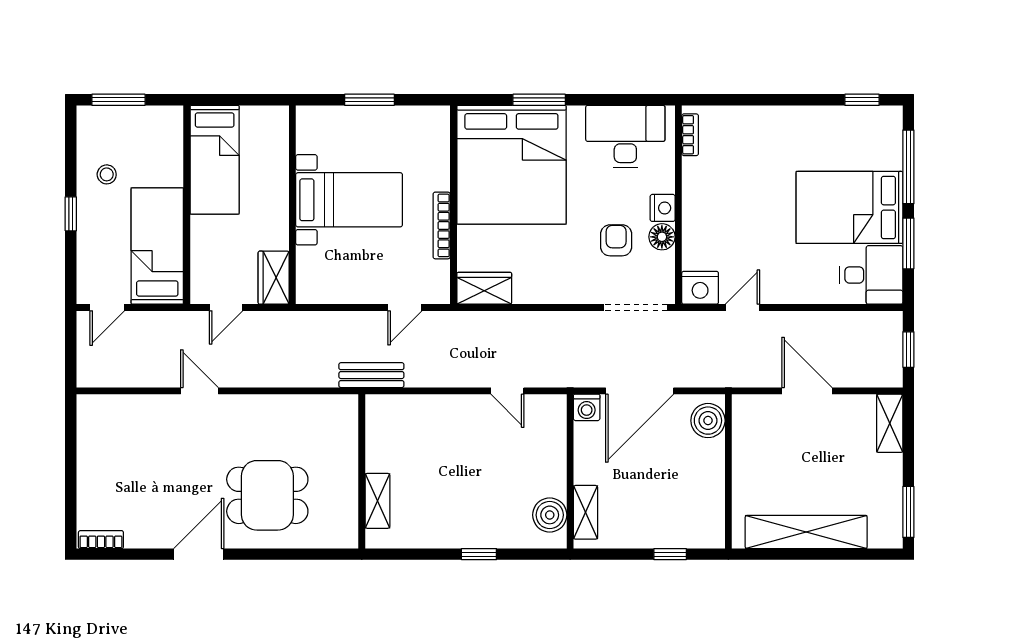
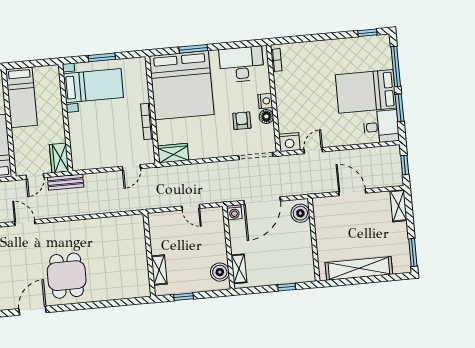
bed with nightstands: (349, 200) -> (93, 86), moved
bench: (371, 375) -> (66, 182), moved
wall: (362, 471) -> (149, 255), moved
dining table: (267, 495) -> (67, 276), turned 90
shelving: (377, 501) -> (159, 270), moved

